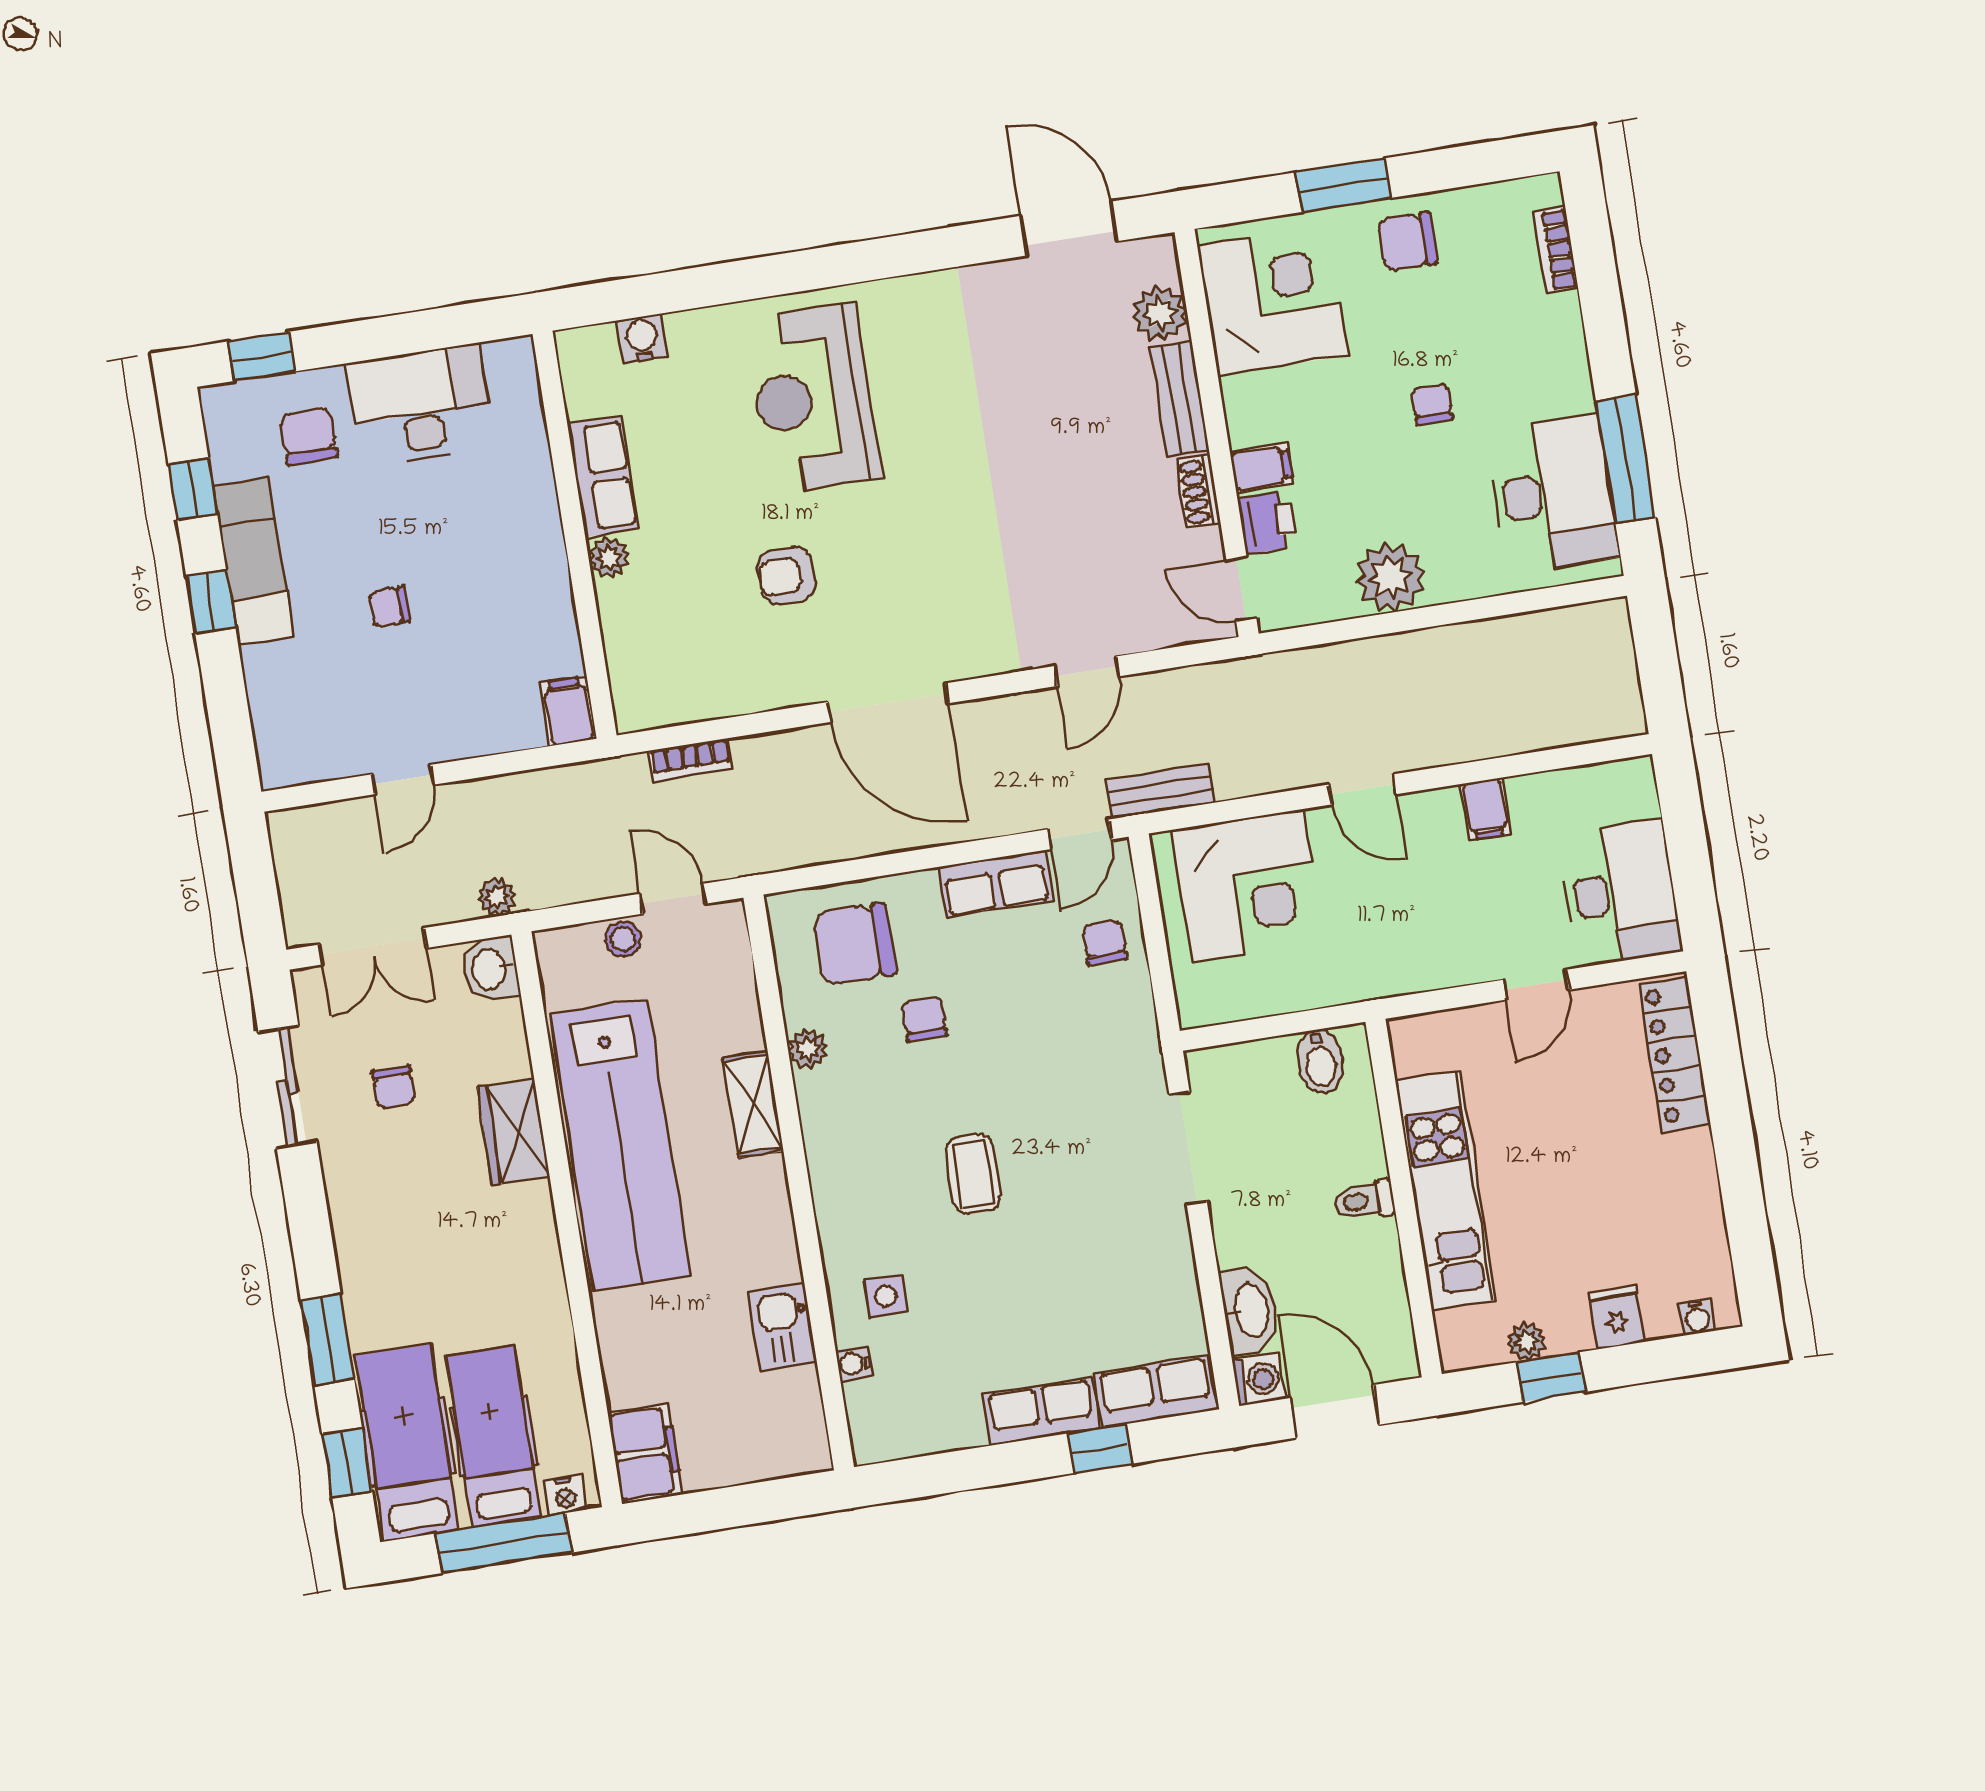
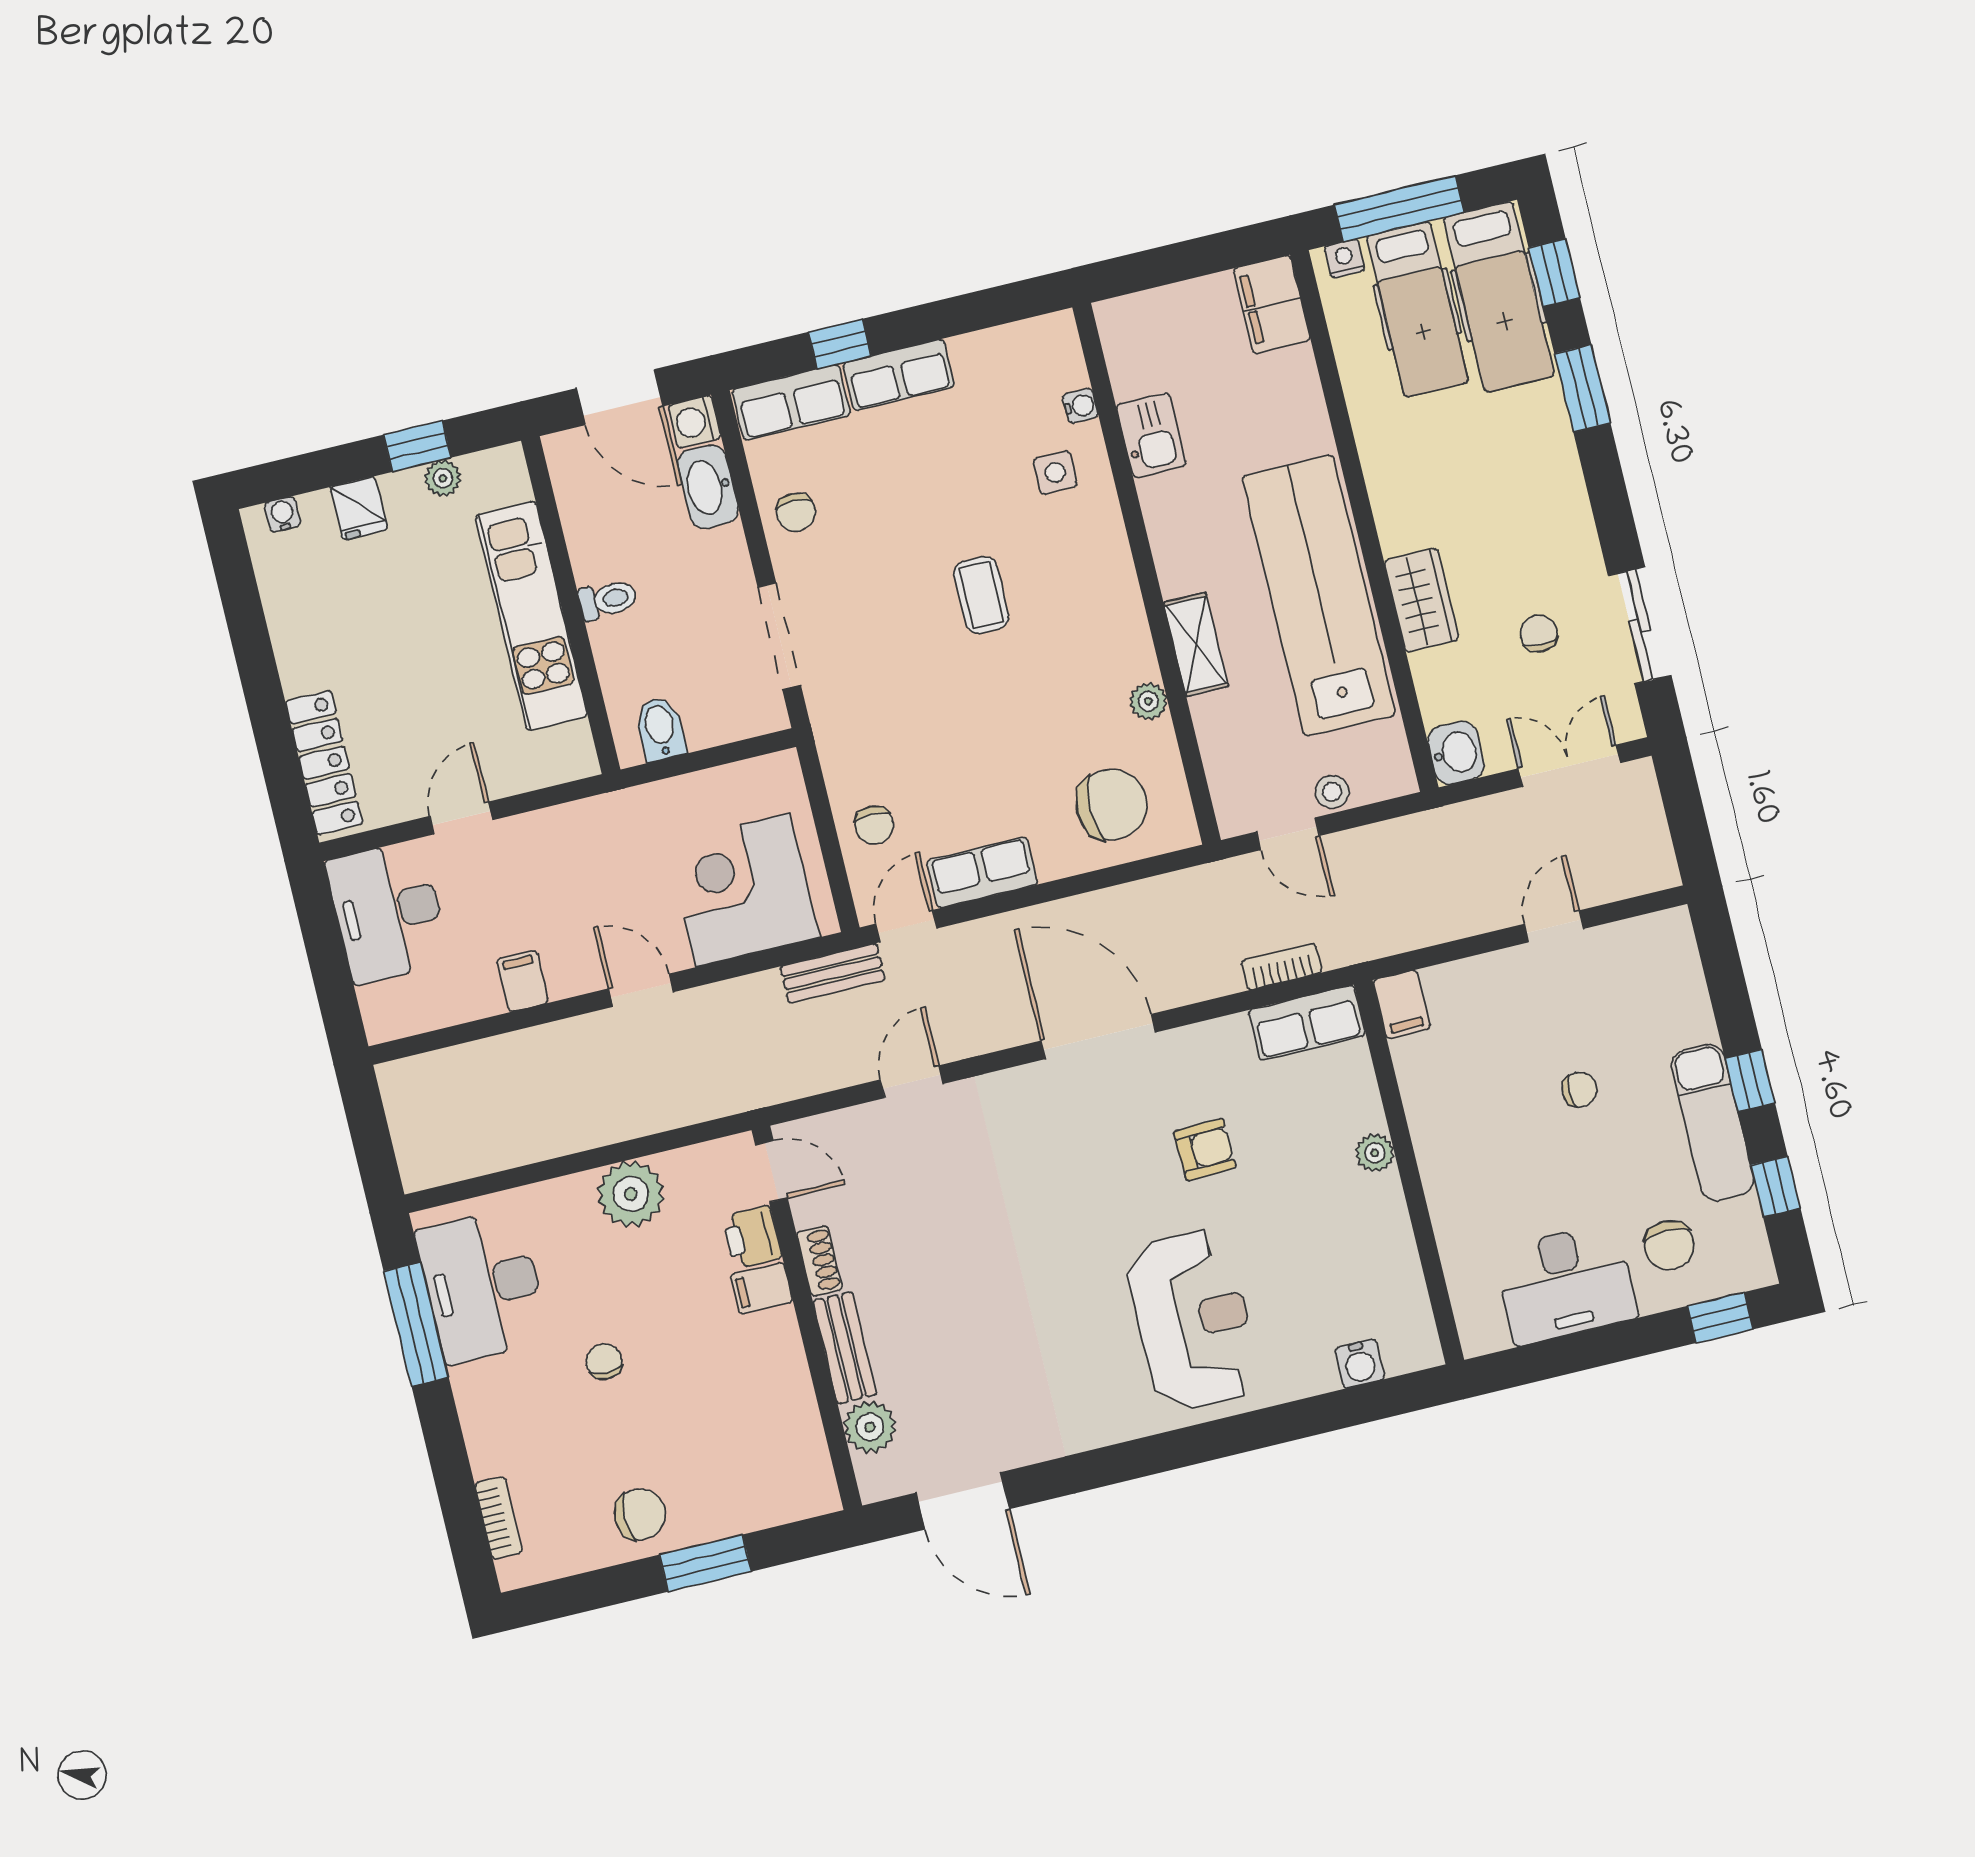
corner desk: (1273, 300) -> (764, 1448), removed
chair: (1432, 404) -> (604, 1362), turned 180
row of seats: (603, 476) -> (1307, 1023), moved, turned -90
plant: (497, 897) -> (1455, 822), removed
chair: (924, 1019) -> (796, 512), moved

